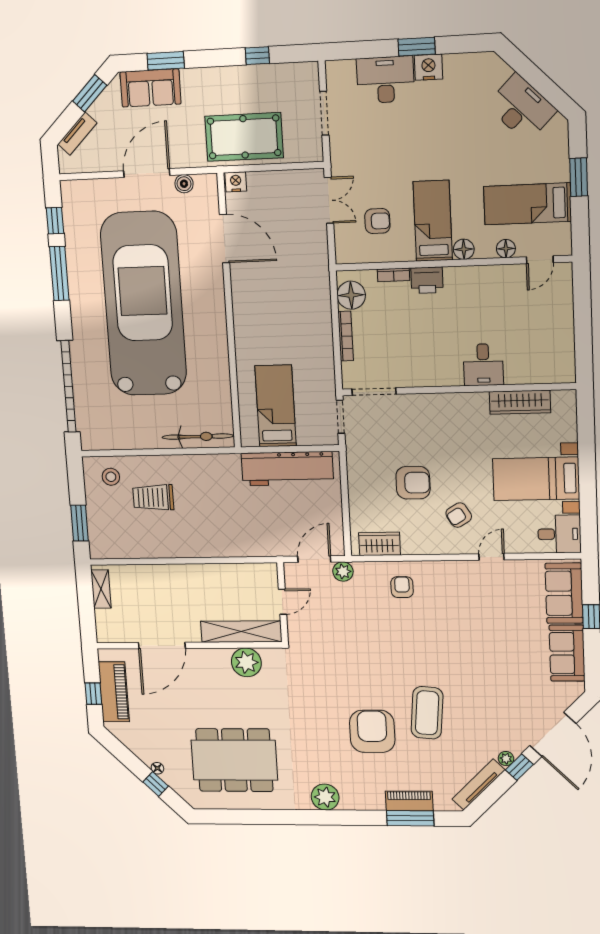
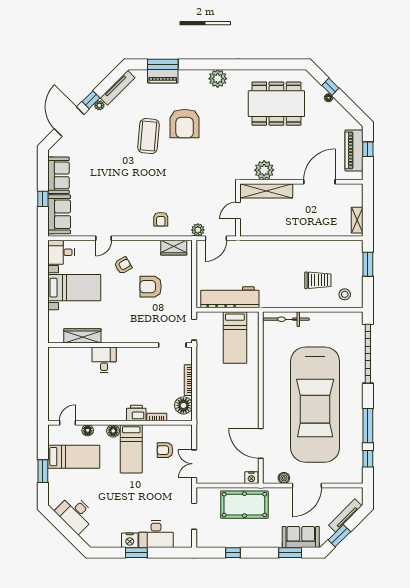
tv unit: (77, 134) -> (345, 516), width x1.41

